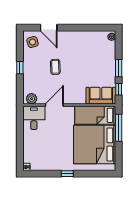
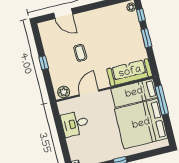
side table: (33, 42) -> (50, 33), removed
window: (119, 89) -> (141, 15), moved
sofa: (101, 96) -> (130, 72), width x1.36
desk: (34, 118) -> (75, 124), moved, turned -90

